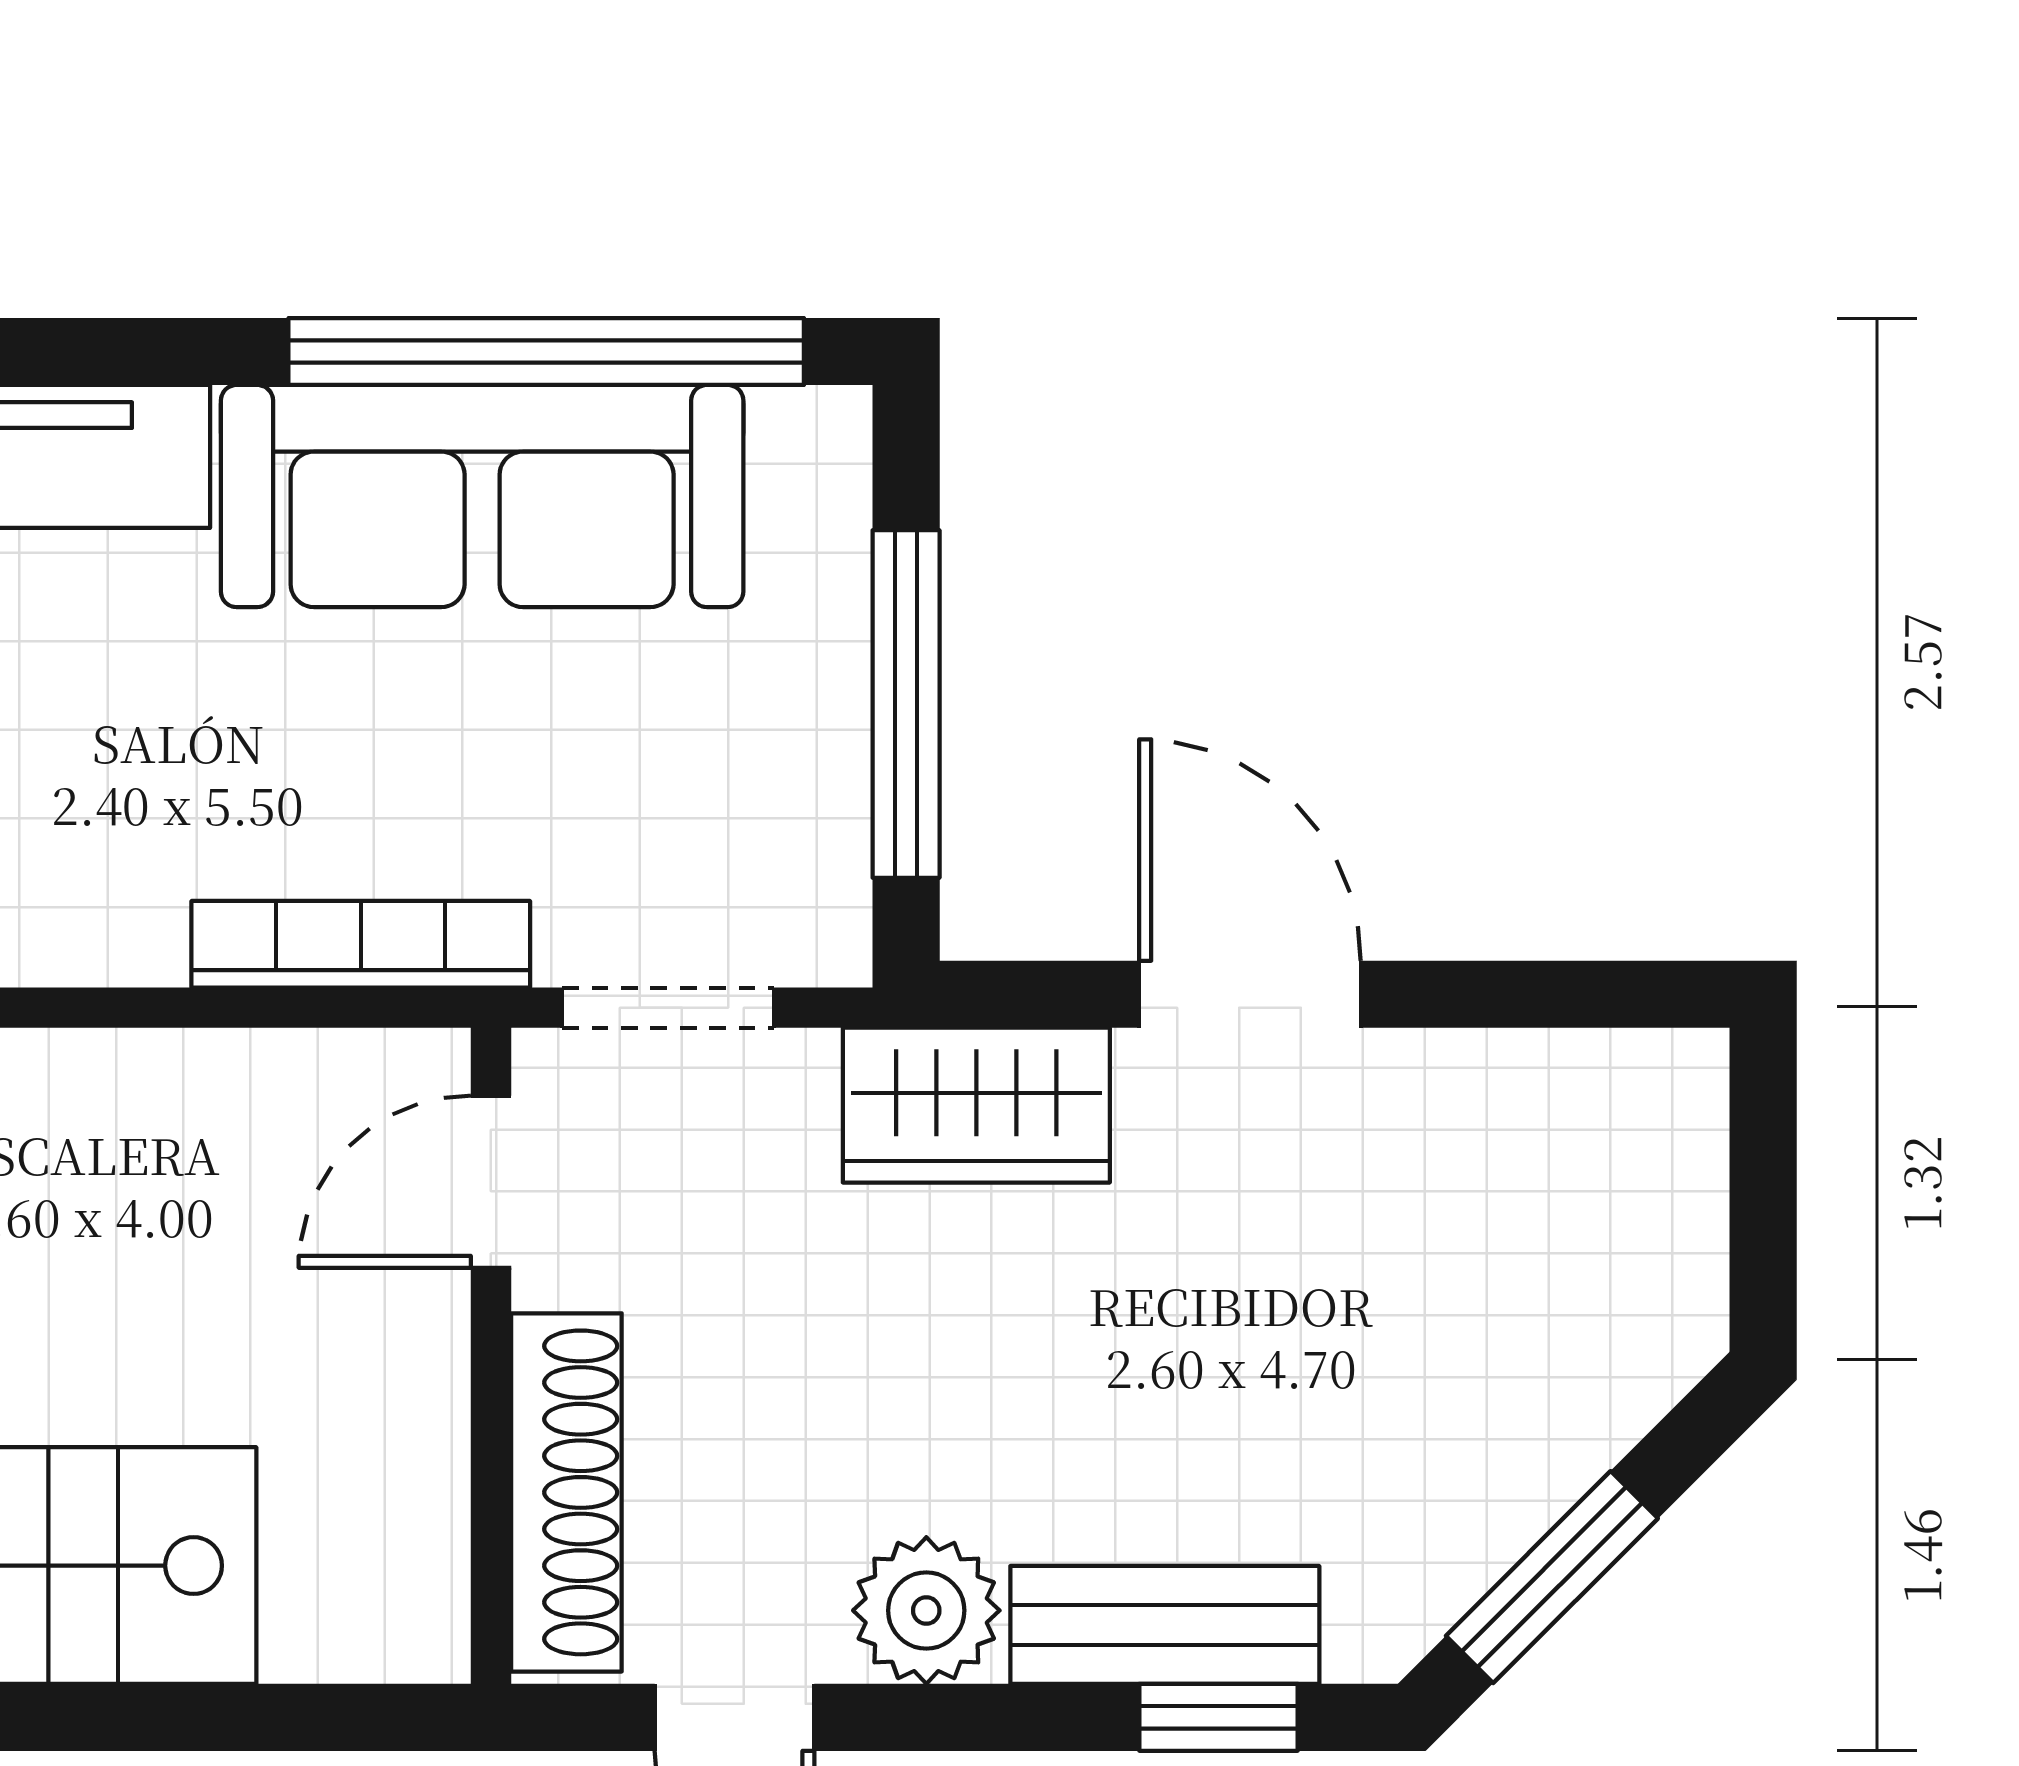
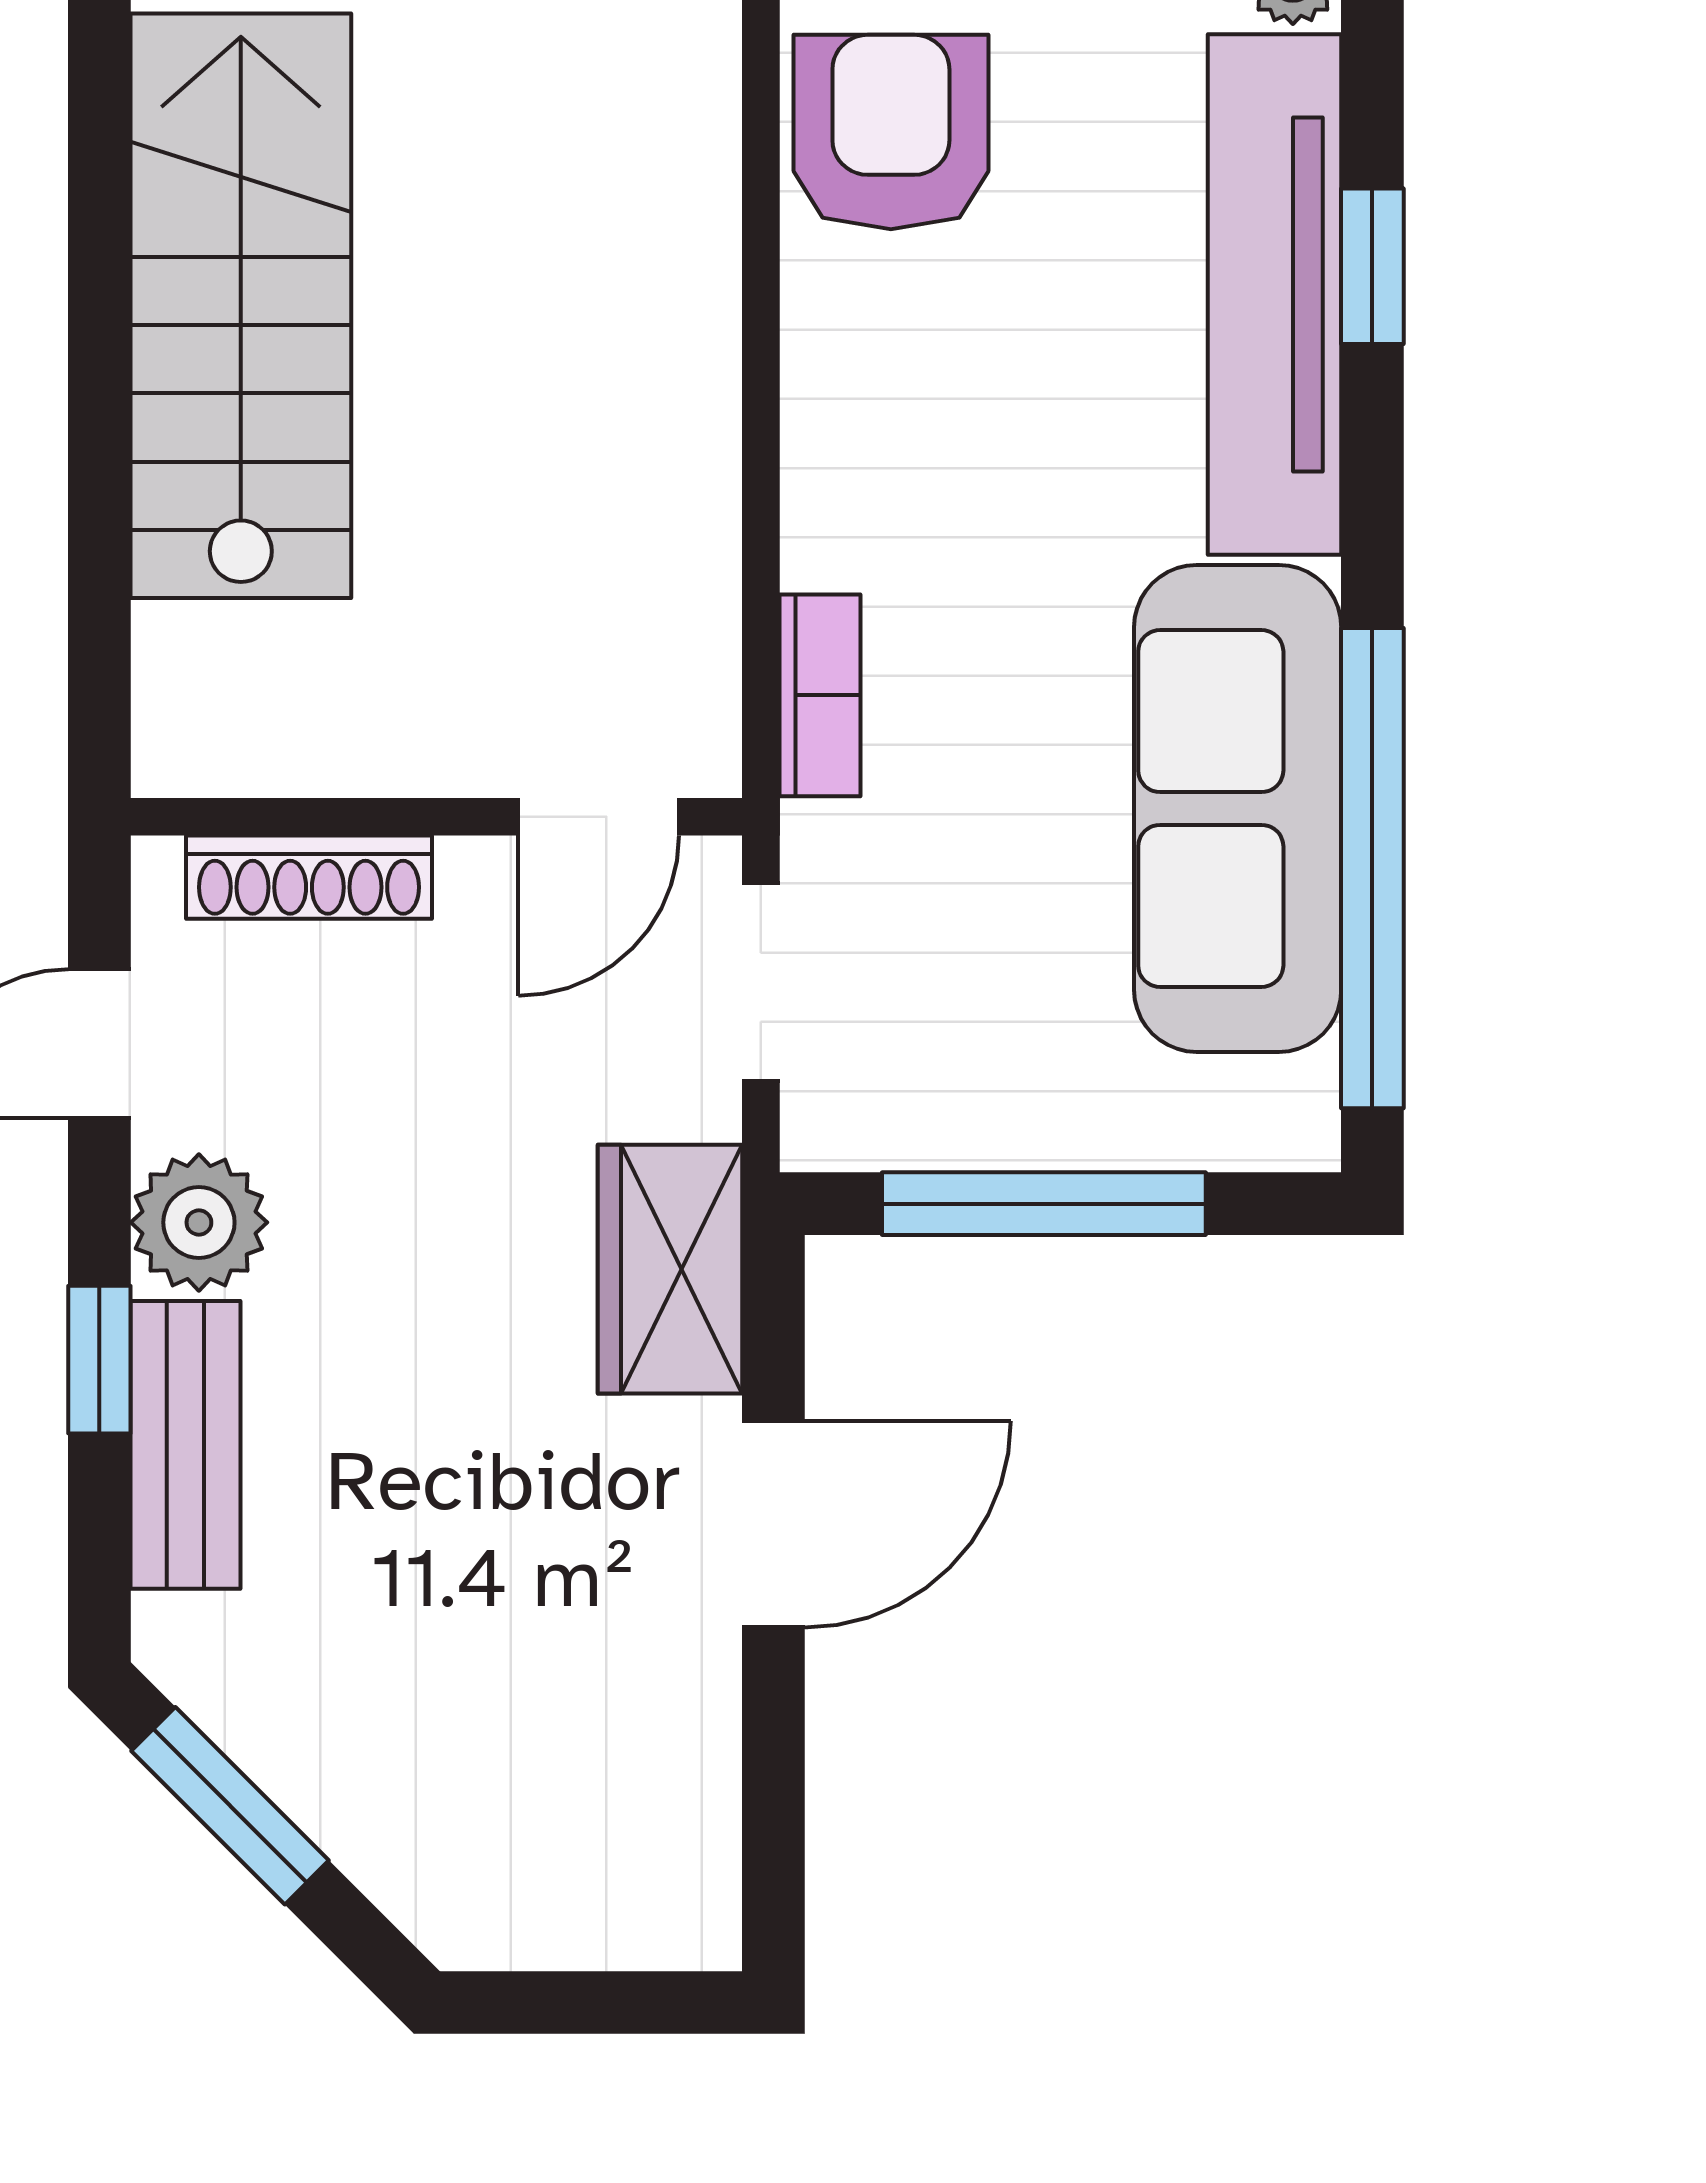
bookcase: (361, 944) -> (820, 695), width x0.64
door: (491, 1182) -> (599, 817), swing flipped
shoe rack: (566, 1492) -> (309, 877), width x0.74, depth x0.81
window: (1218, 1717) -> (99, 1360), moved

